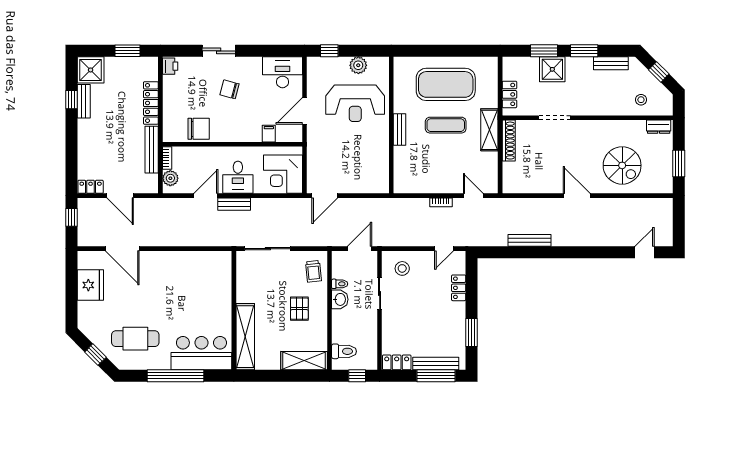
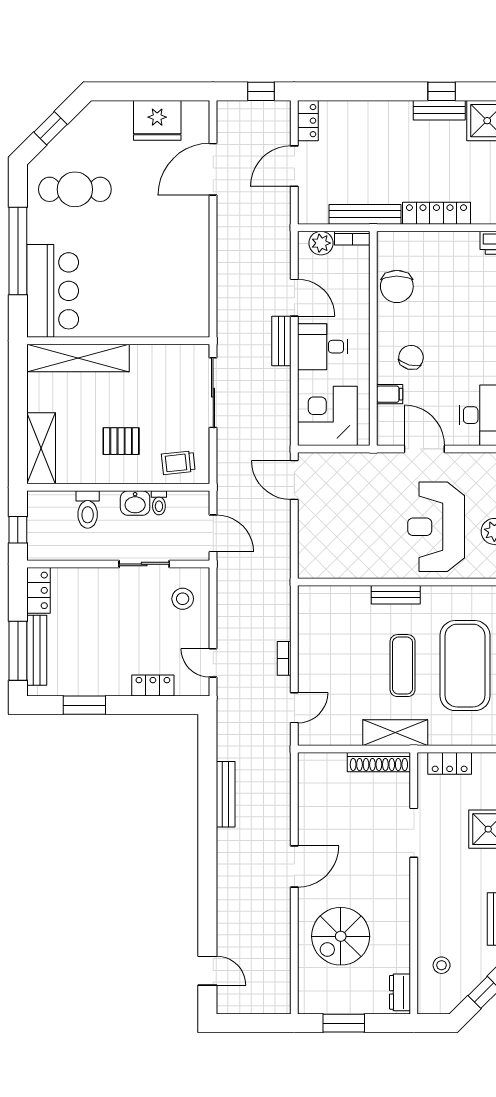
chair: (229, 89) -> (411, 357), moved
cafe table: (135, 339) -> (75, 189), turned 90
toilet: (344, 351) -> (88, 510), moved

